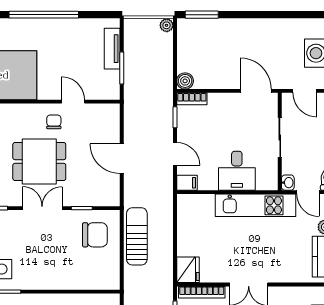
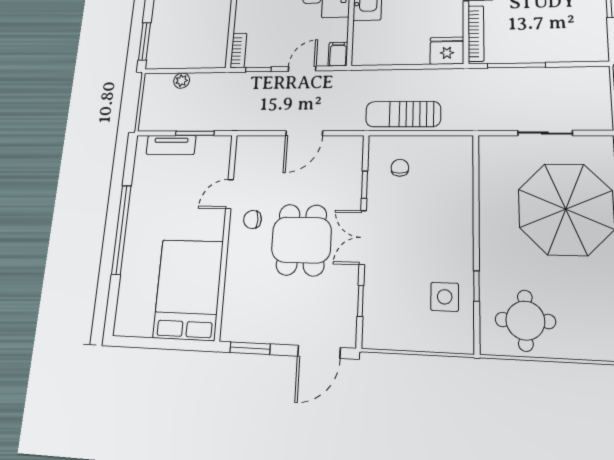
plant: (167, 25) -> (182, 81), moved
boiler: (185, 81) -> (217, 59), removed
chair: (95, 235) -> (400, 168), width x0.54, depth x0.54

